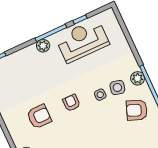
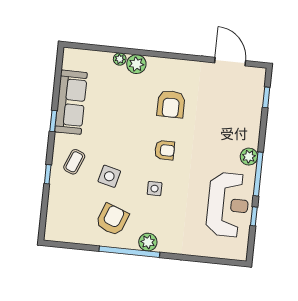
side table: (117, 88) -> (109, 176), moved

